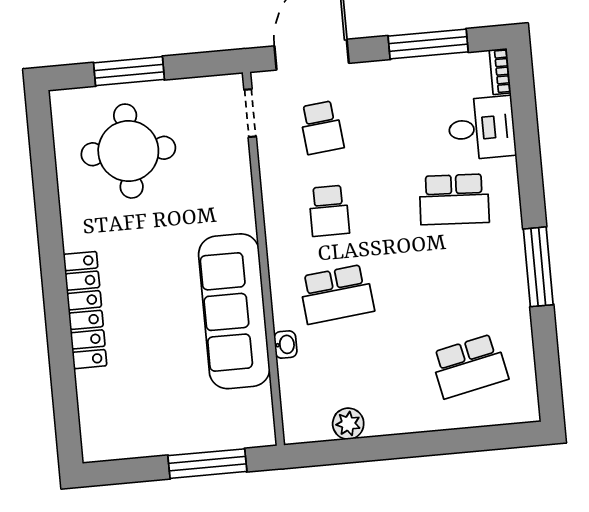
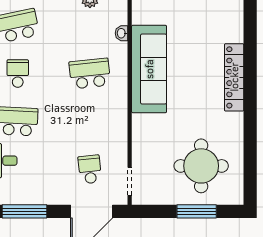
school desk: (329, 211) -> (18, 73), moved
washbasin: (285, 345) -> (122, 33), moved

